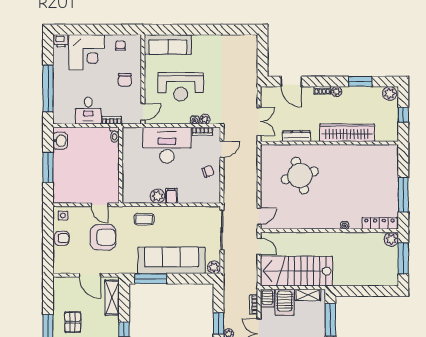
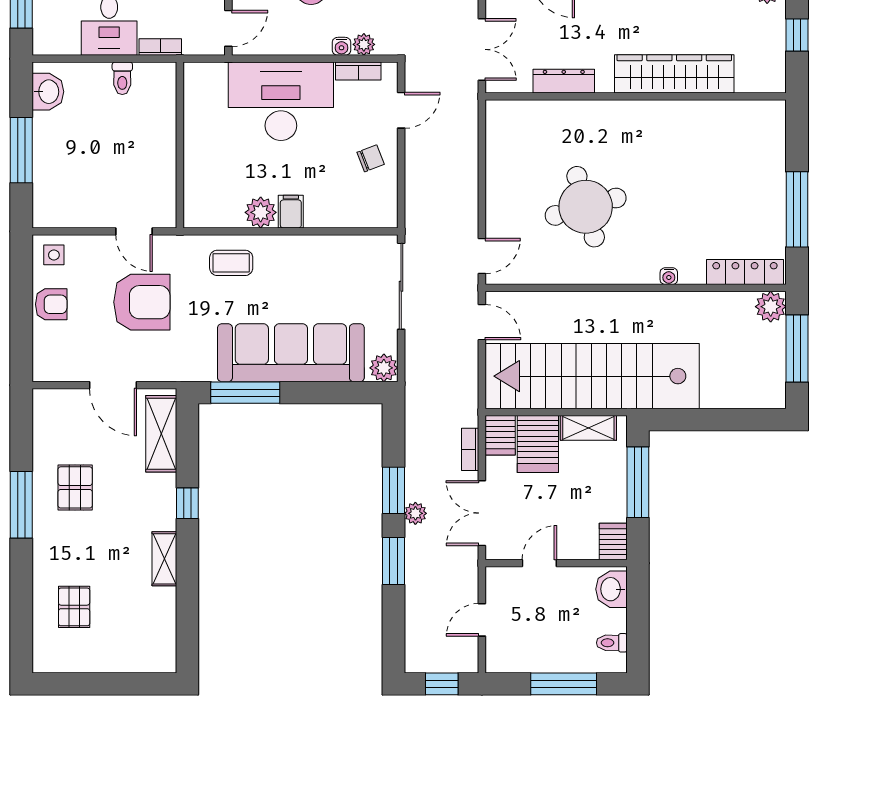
toilet: (115, 135) -> (122, 78), moved
round table: (300, 175) -> (586, 207), moved
stairs: (296, 271) -> (592, 376), width x1.36

